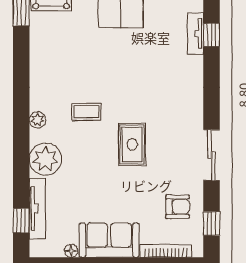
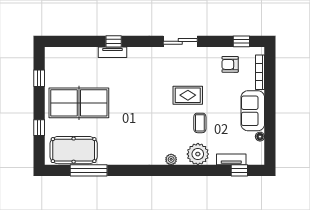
coffee table: (86, 112) -> (200, 123), moved
sliding door: (211, 155) -> (180, 41), moved
armchair: (177, 207) -> (230, 64), turned -90
tv unit: (37, 208) -> (231, 159), width x0.71

